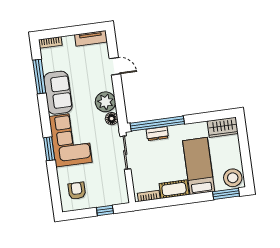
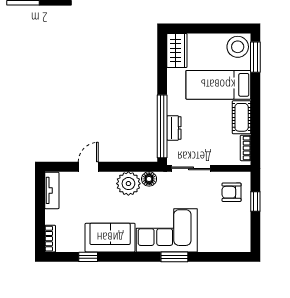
window: (39, 77) -> (88, 257), width x0.46
armchair: (77, 191) -> (232, 192), moved

